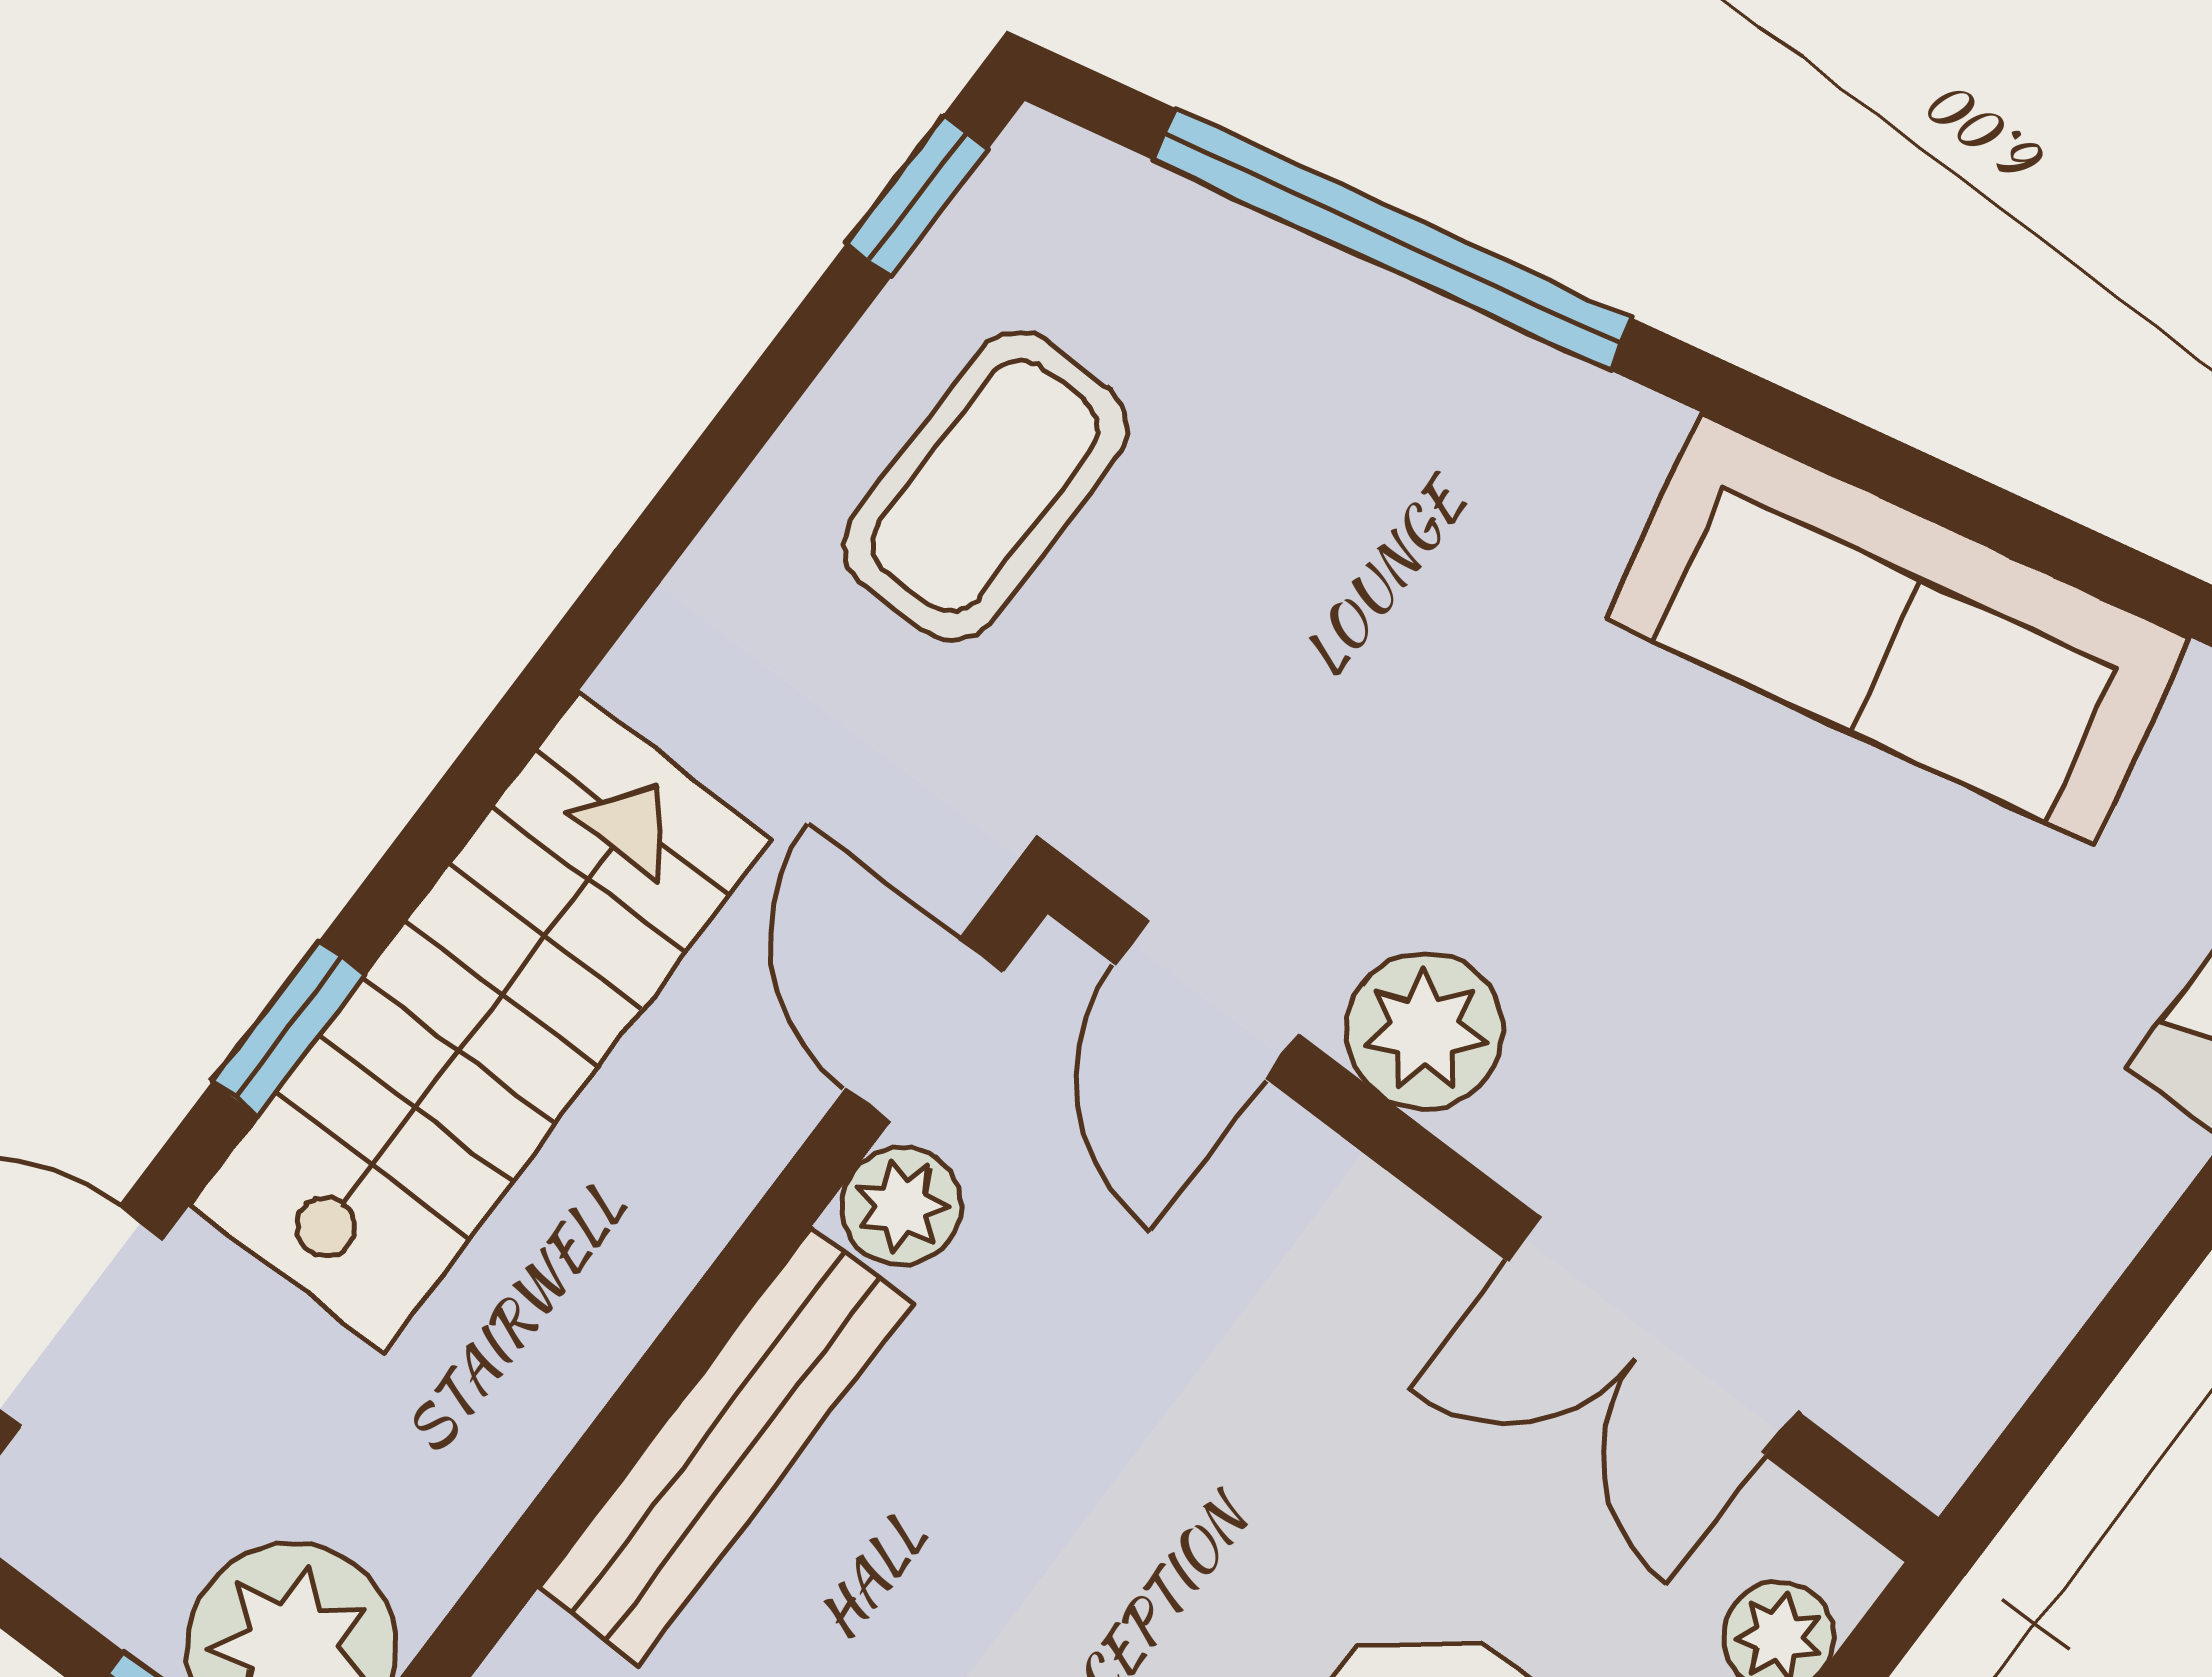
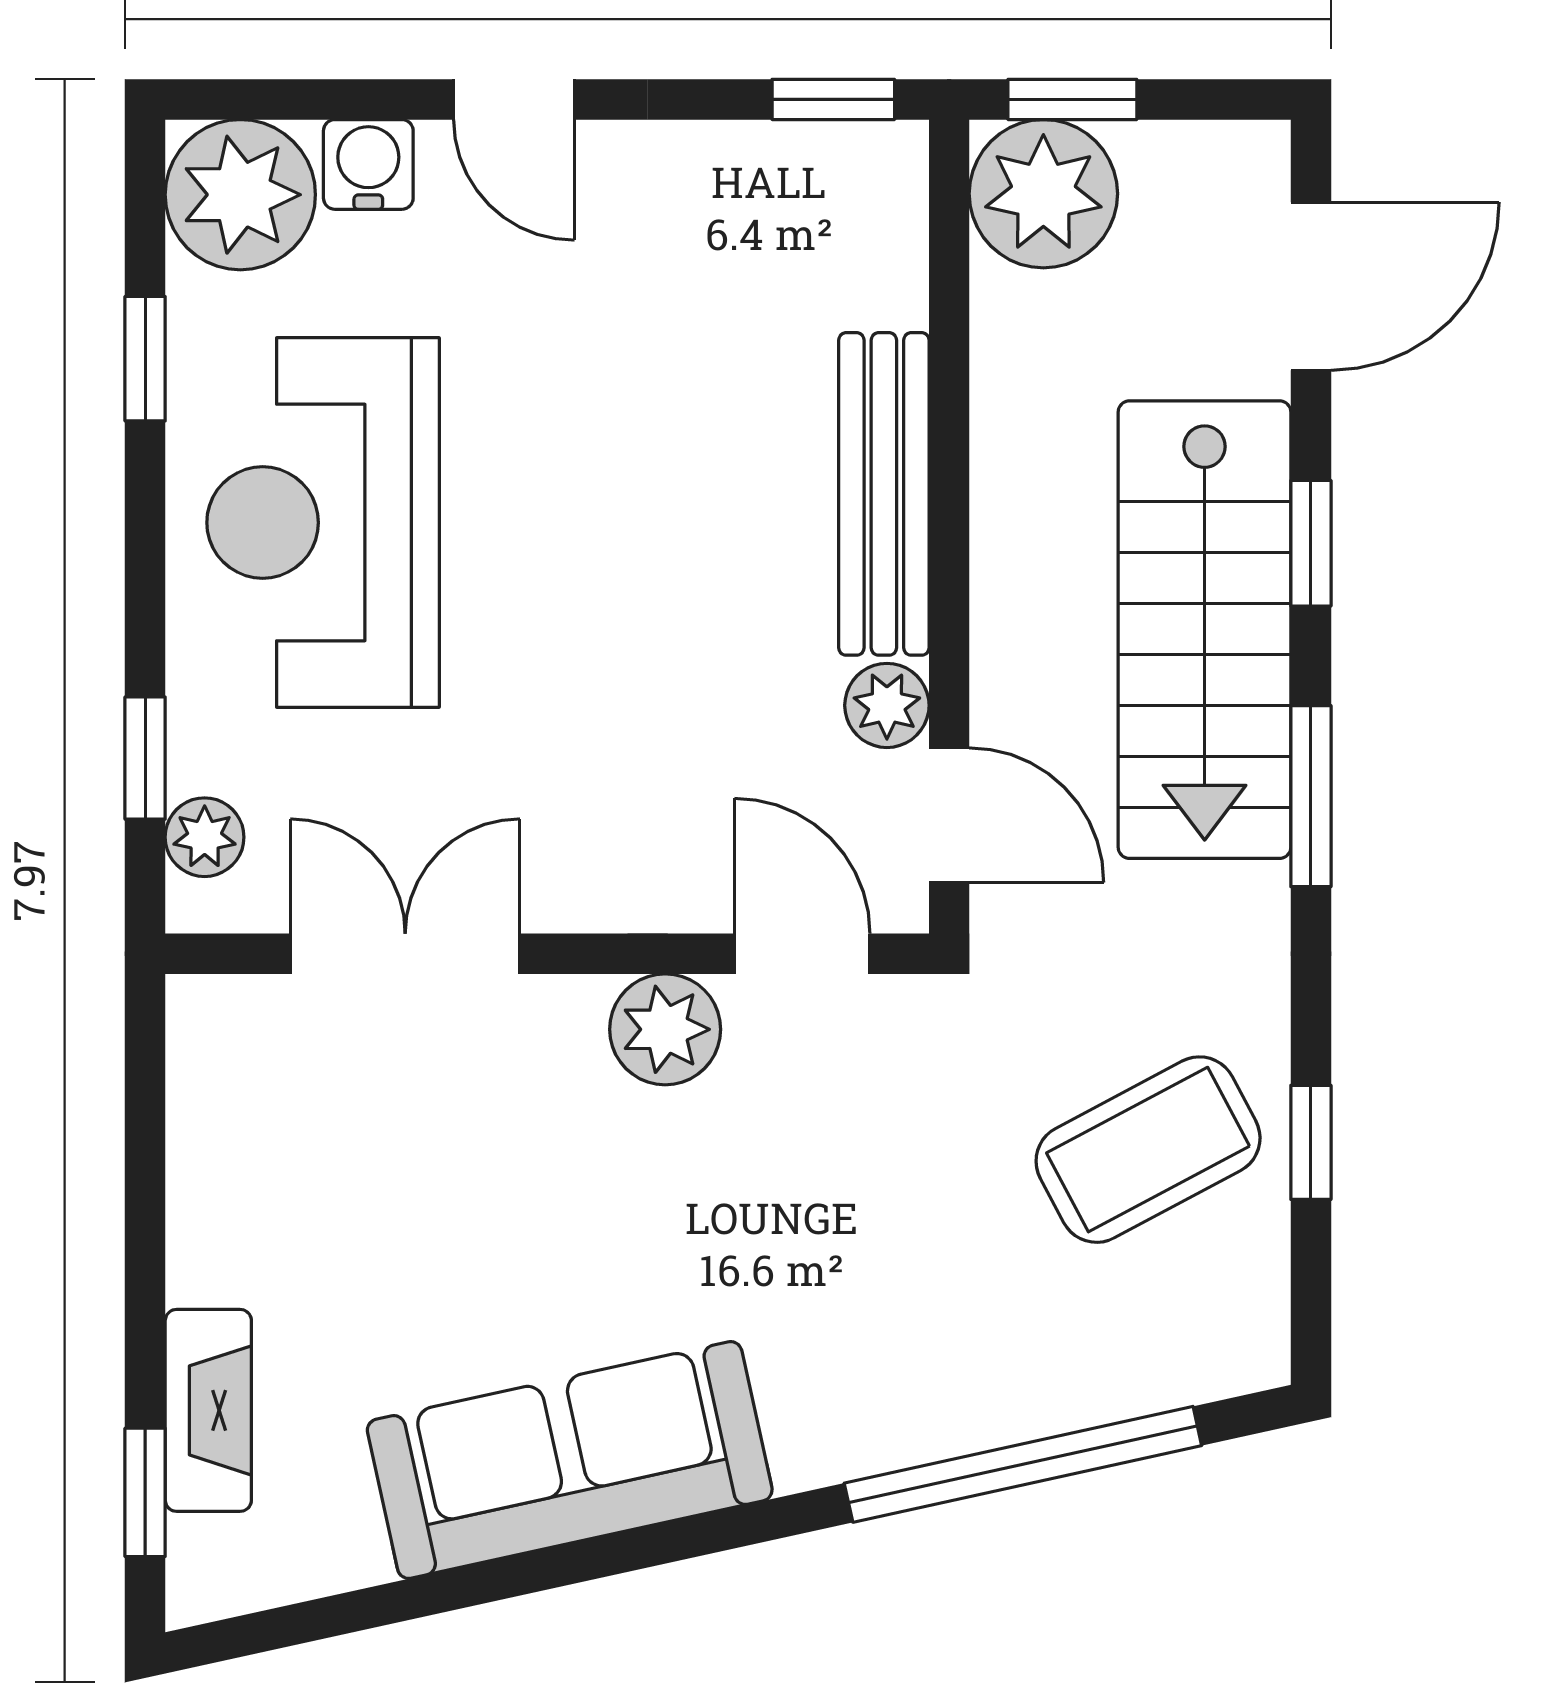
window: (917, 196) -> (1311, 1142), moved
coffee table: (985, 486) -> (1148, 1150), turned 62
window: (503, 744) -> (1311, 796), added

